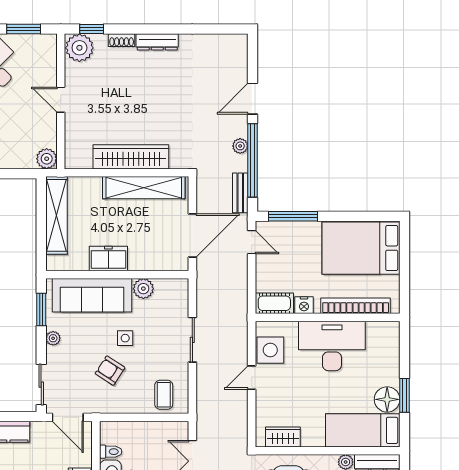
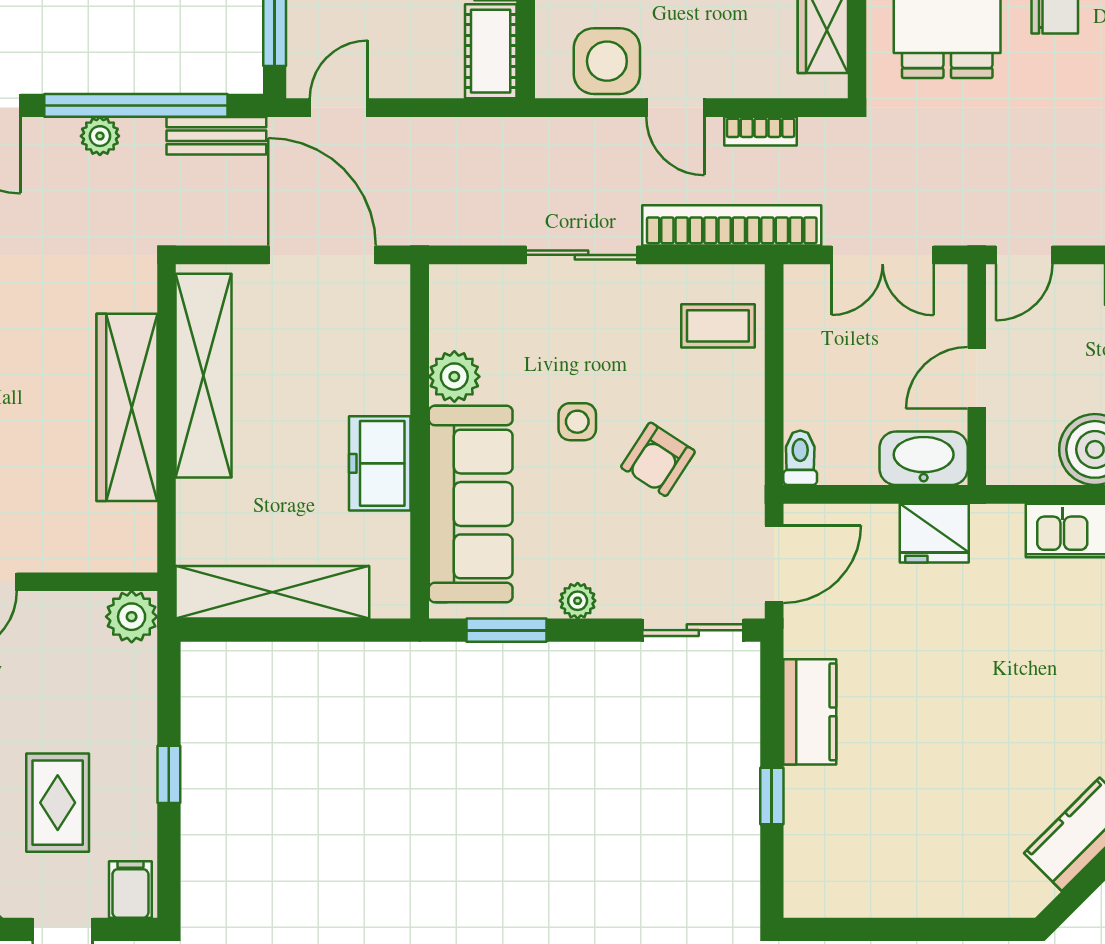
bookcase: (204, 400) -> (732, 225), added
bookcase: (242, 412) -> (761, 131), added
toilet: (111, 452) -> (800, 458), moved

